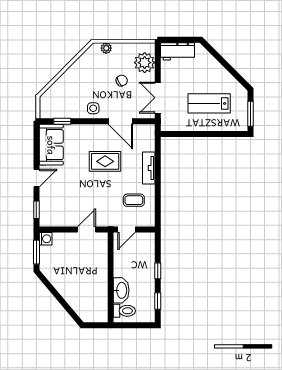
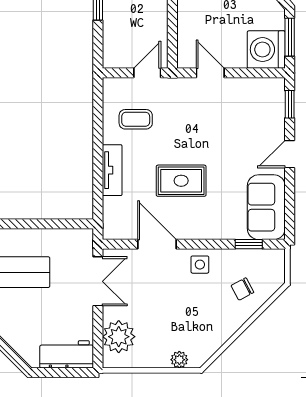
chair: (122, 81) -> (242, 289), moved
door: (87, 230) -> (210, 73), swing flipped
washing machine: (46, 239) -> (266, 50), width x1.89, depth x1.89

